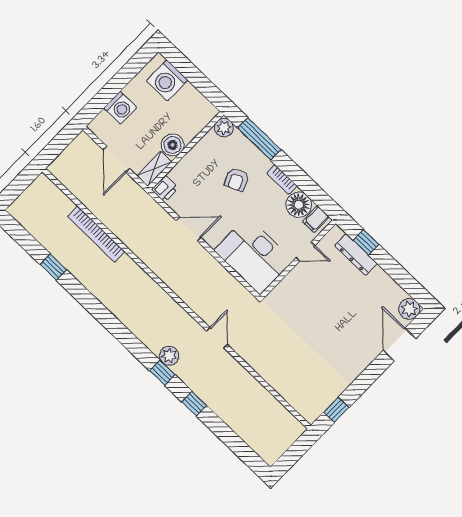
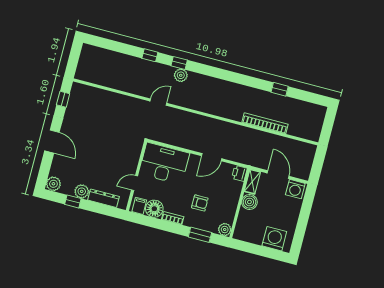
washing machine: (120, 108) -> (295, 189), moved, turned -90
window: (259, 139) -> (200, 235), width x0.69
armchair: (237, 179) -> (200, 203), turned 114
window: (366, 242) -> (73, 201), moved
plant: (379, 279) -> (82, 191), added
door: (217, 338) -> (158, 102), swing flipped
door: (400, 345) -> (52, 141), moved

